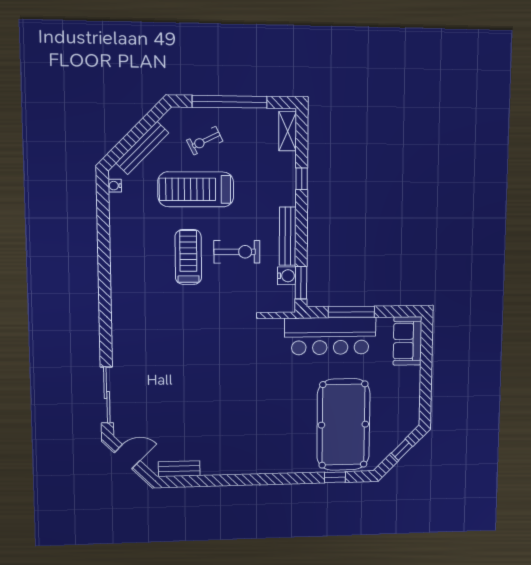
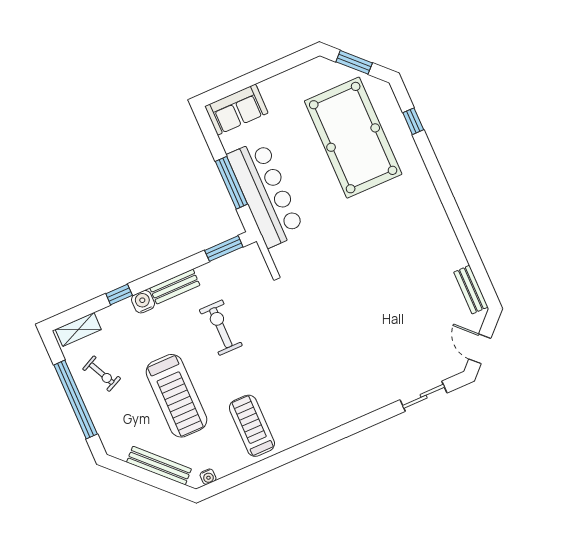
exercise bike: (205, 141) -> (102, 374), moved
bench: (288, 236) -> (175, 287), width x0.73
treadmill: (188, 257) -> (252, 426), moved, turned 90
water cooler: (287, 276) -> (143, 302), moved
sliding door: (107, 395) -> (424, 396), width x0.73
pool table: (343, 425) -> (353, 138), turned 90
window: (402, 450) -> (354, 62), width x1.50

